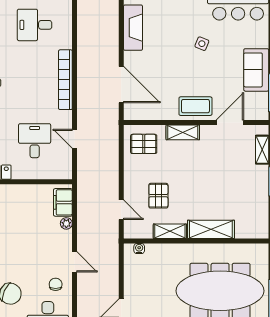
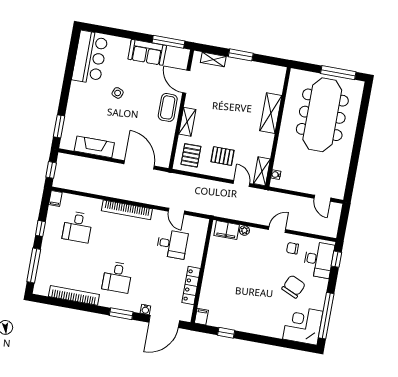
door: (121, 85) -> (139, 165), hinge flipped
door: (75, 139) -> (176, 211), hinge flipped
desk: (35, 141) -> (172, 244), turned 180
pallet: (158, 196) -> (222, 156), moved
door: (121, 210) -> (241, 183), hinge flipped
shelving: (170, 231) -> (262, 171), moved

